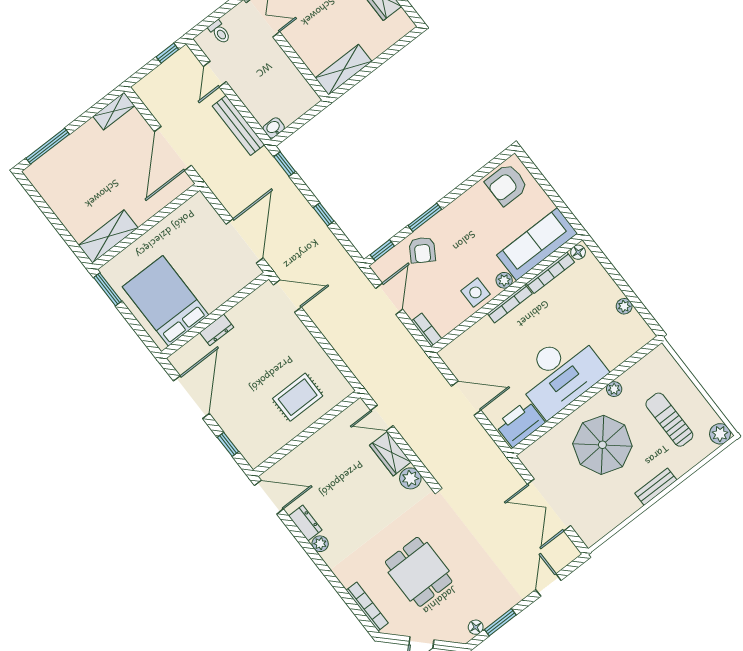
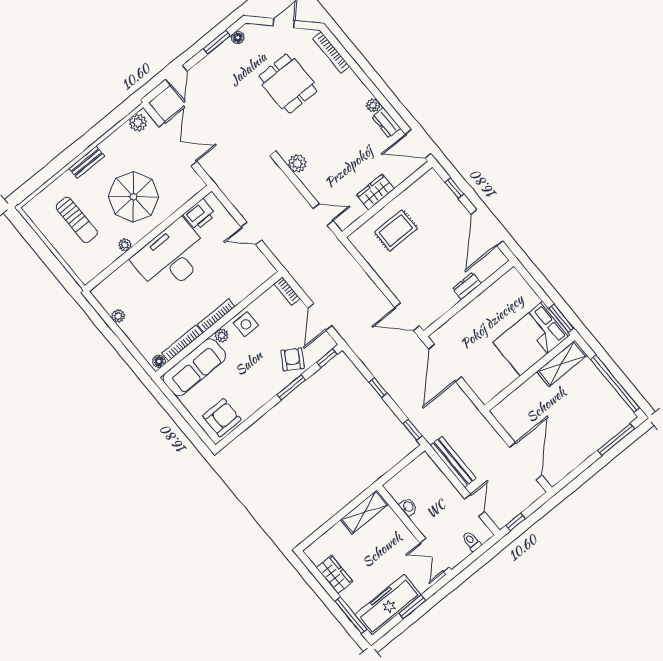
shelving: (114, 111) -> (560, 471), removed
washbasin: (274, 128) -> (408, 507), moved, turned -90
door: (173, 149) -> (526, 461), moved
window: (47, 211) -> (615, 384), added
bed: (166, 301) -> (532, 339), moved, turned 90
door: (466, 398) -> (251, 234), width x0.73
printer: (520, 424) -> (199, 214), width x0.73, depth x0.84
plant: (720, 434) -> (138, 123), moved
wardrobe: (390, 454) -> (375, 192), moved, turned -90

